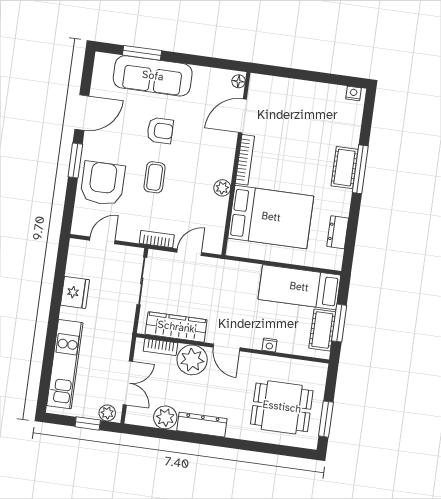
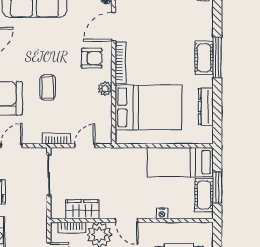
armchair: (160, 131) -> (92, 58), moved
dresser: (338, 232) -> (206, 107), width x1.44
wardrobe: (176, 327) -> (82, 209), width x0.67

